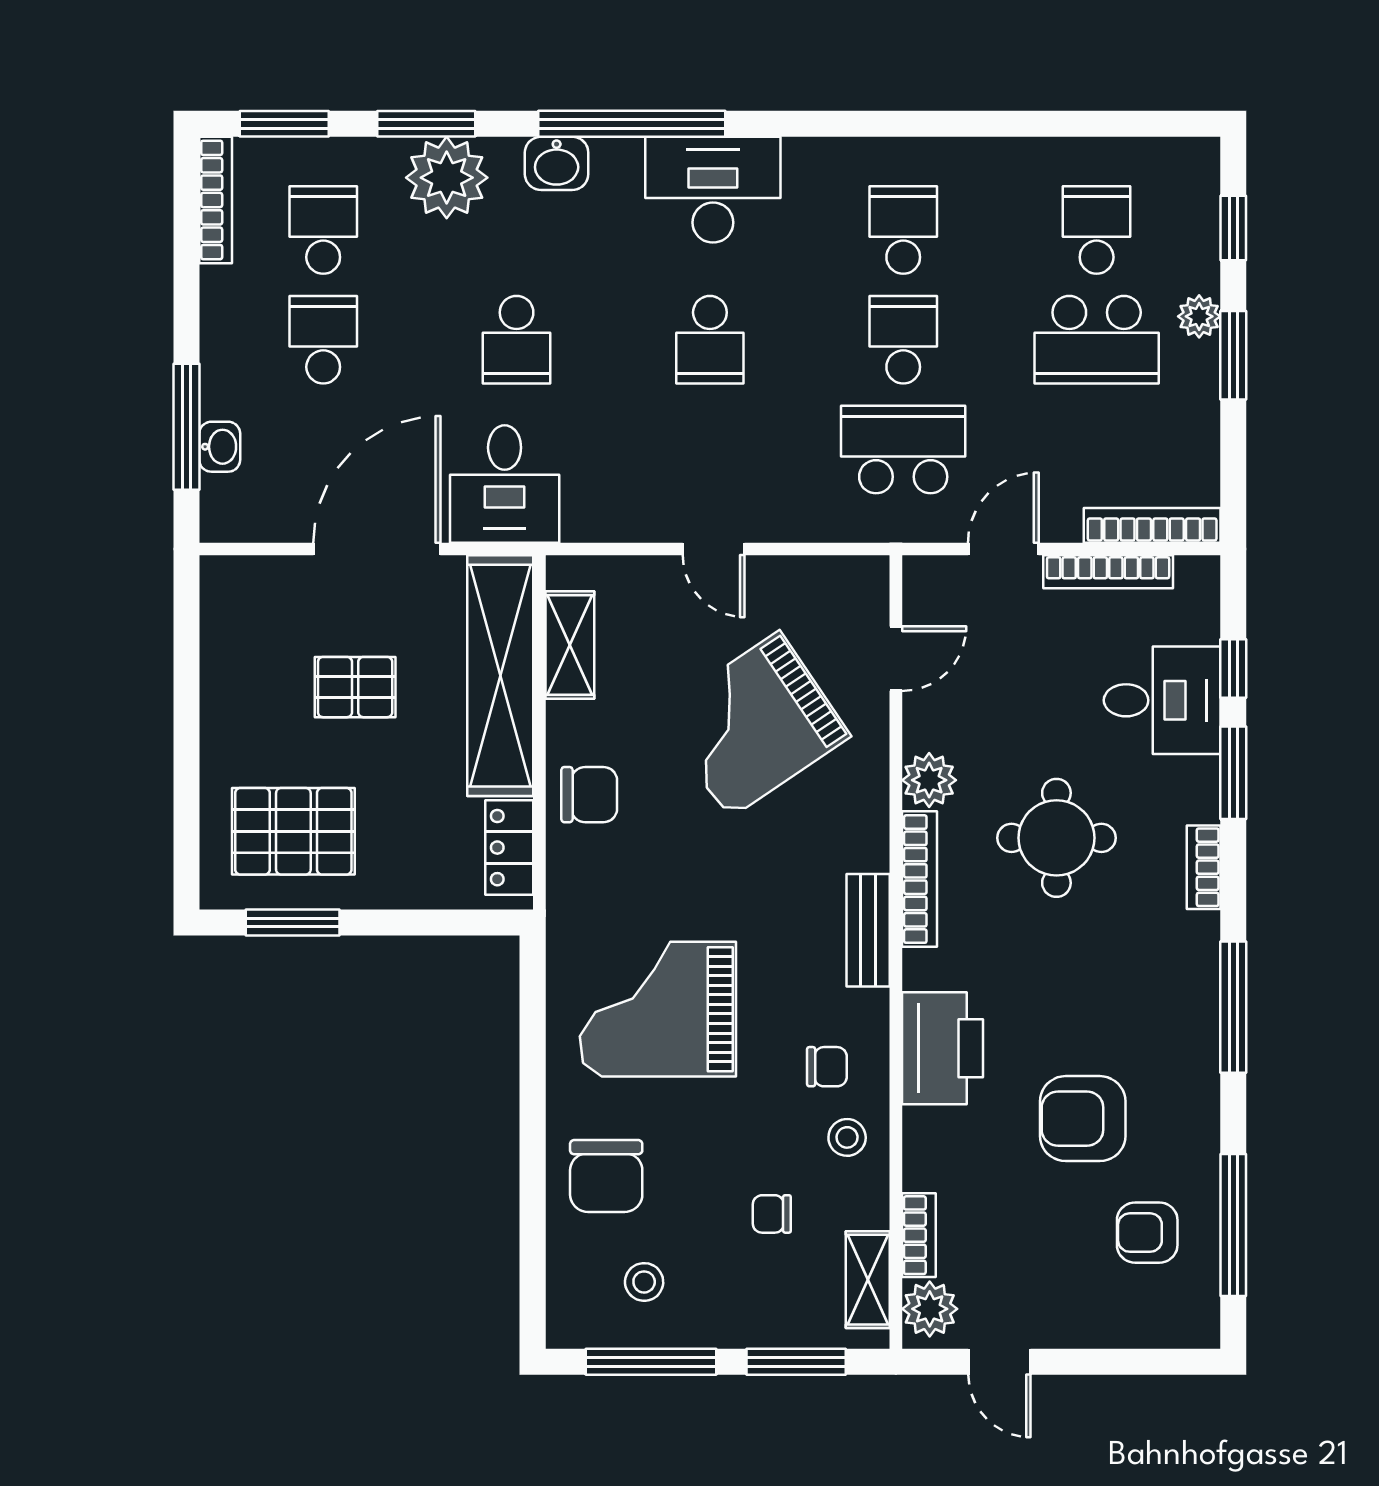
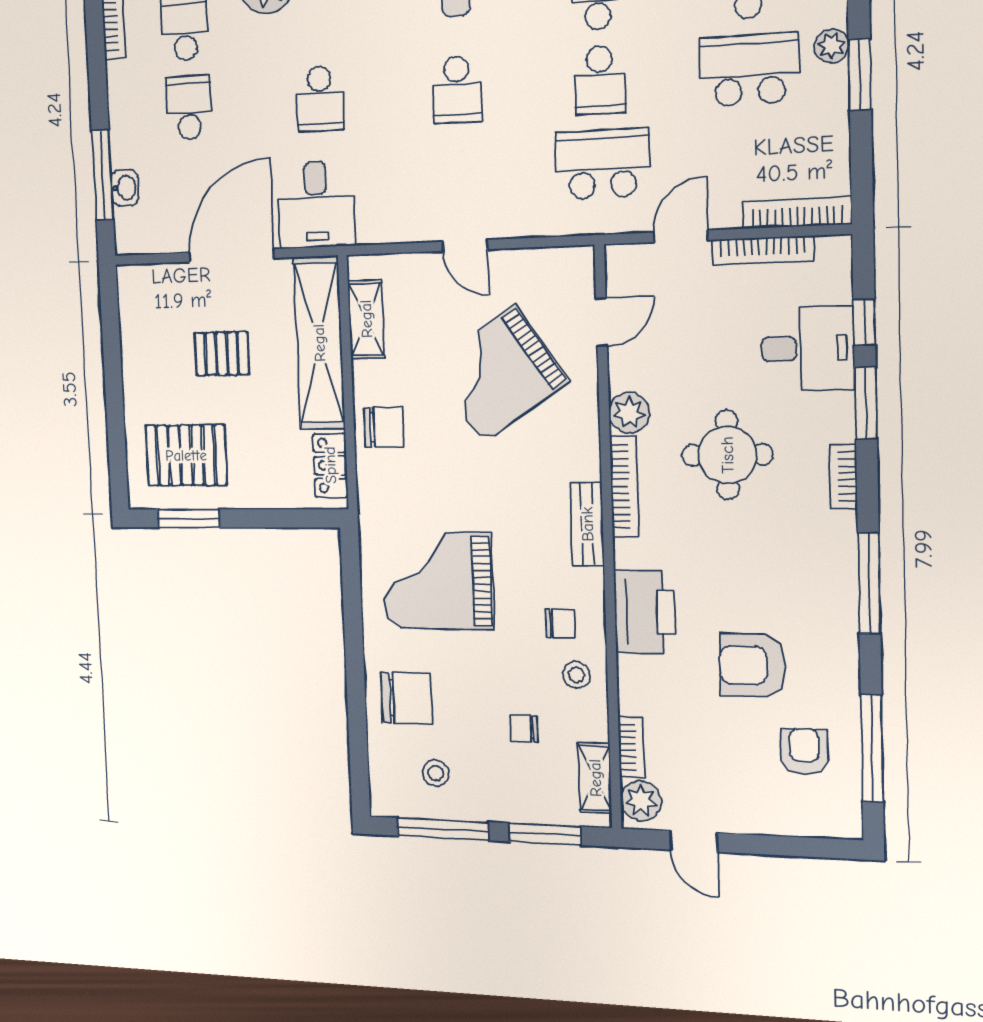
school desk: (903, 340) -> (600, 80), turned 180
school desk: (1097, 340) -> (750, 70), turned 180
chair: (606, 1176) -> (407, 698), turned -90
armchair: (1147, 1233) -> (804, 752), turned 90

